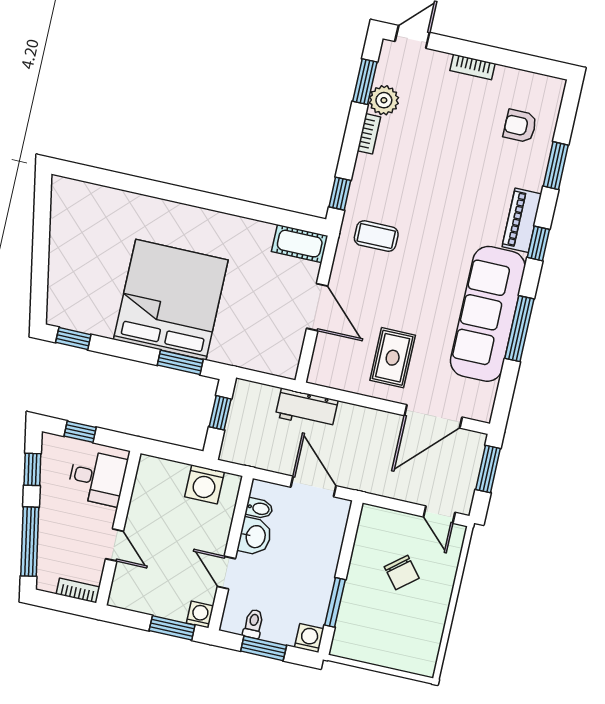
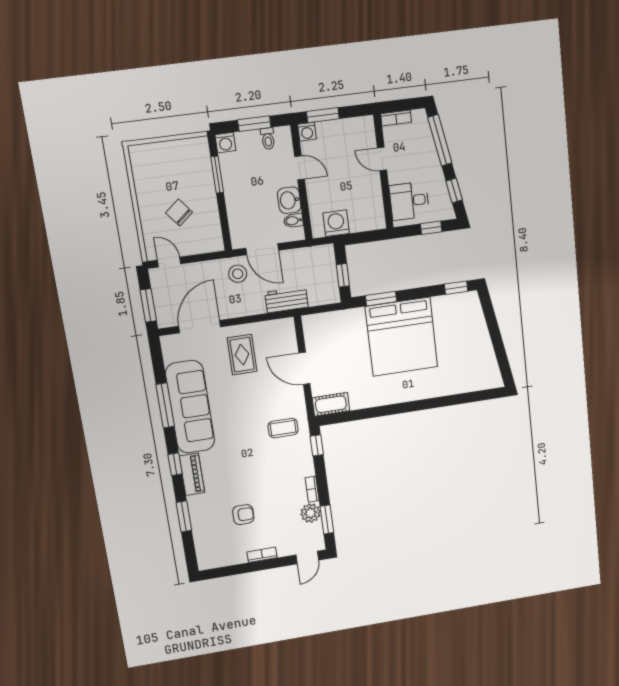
armchair: (520, 126) -> (243, 515), moved
stool: (357, 467) -> (238, 274), added

